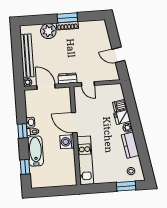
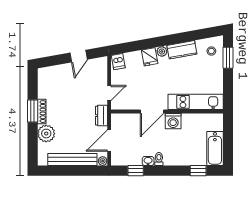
dishwasher: (120, 105) -> (118, 62), moved
window: (23, 131) -> (136, 171), moved
bathtub: (35, 151) -> (215, 149), moved, turned -90

